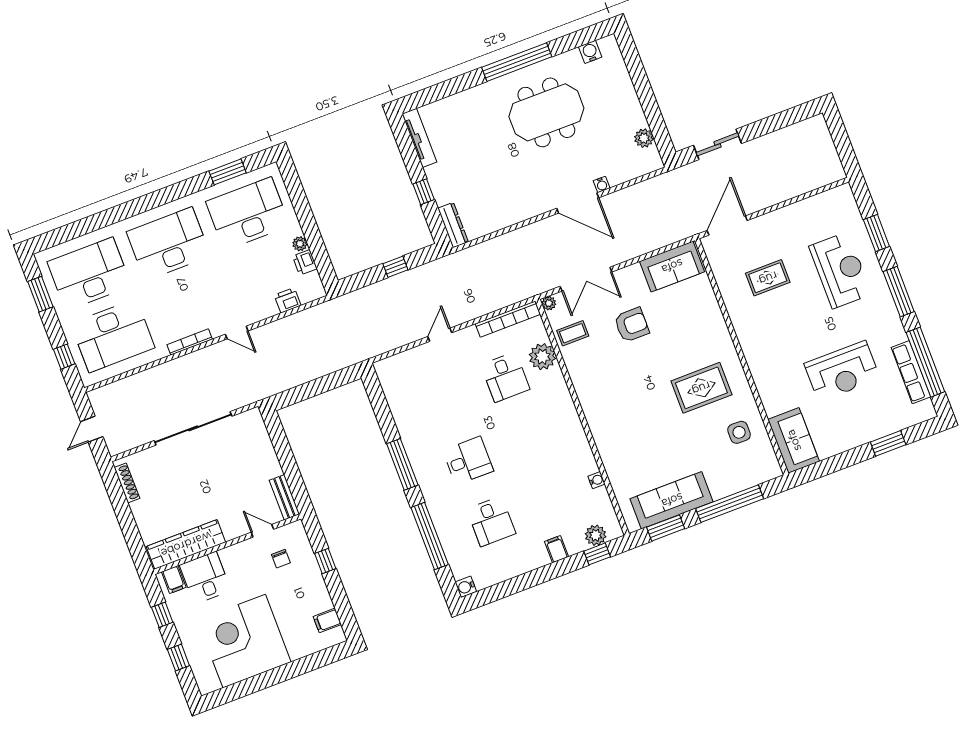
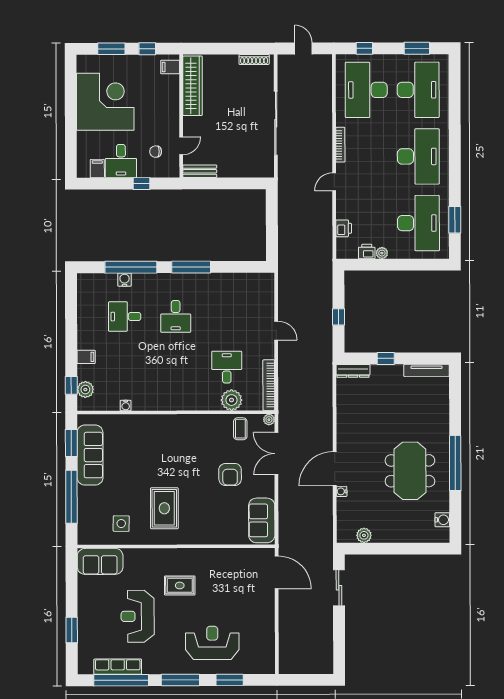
reception desk: (840, 270) -> (212, 643), turned 180
rug: (768, 278) -> (180, 585), moved, turned 90
desk: (505, 377) -> (227, 367), turned 90
desk: (205, 578) -> (121, 161), moved, turned 90
water cooler: (466, 587) -> (125, 280), moved
window: (178, 658) -> (111, 49), width x1.50

